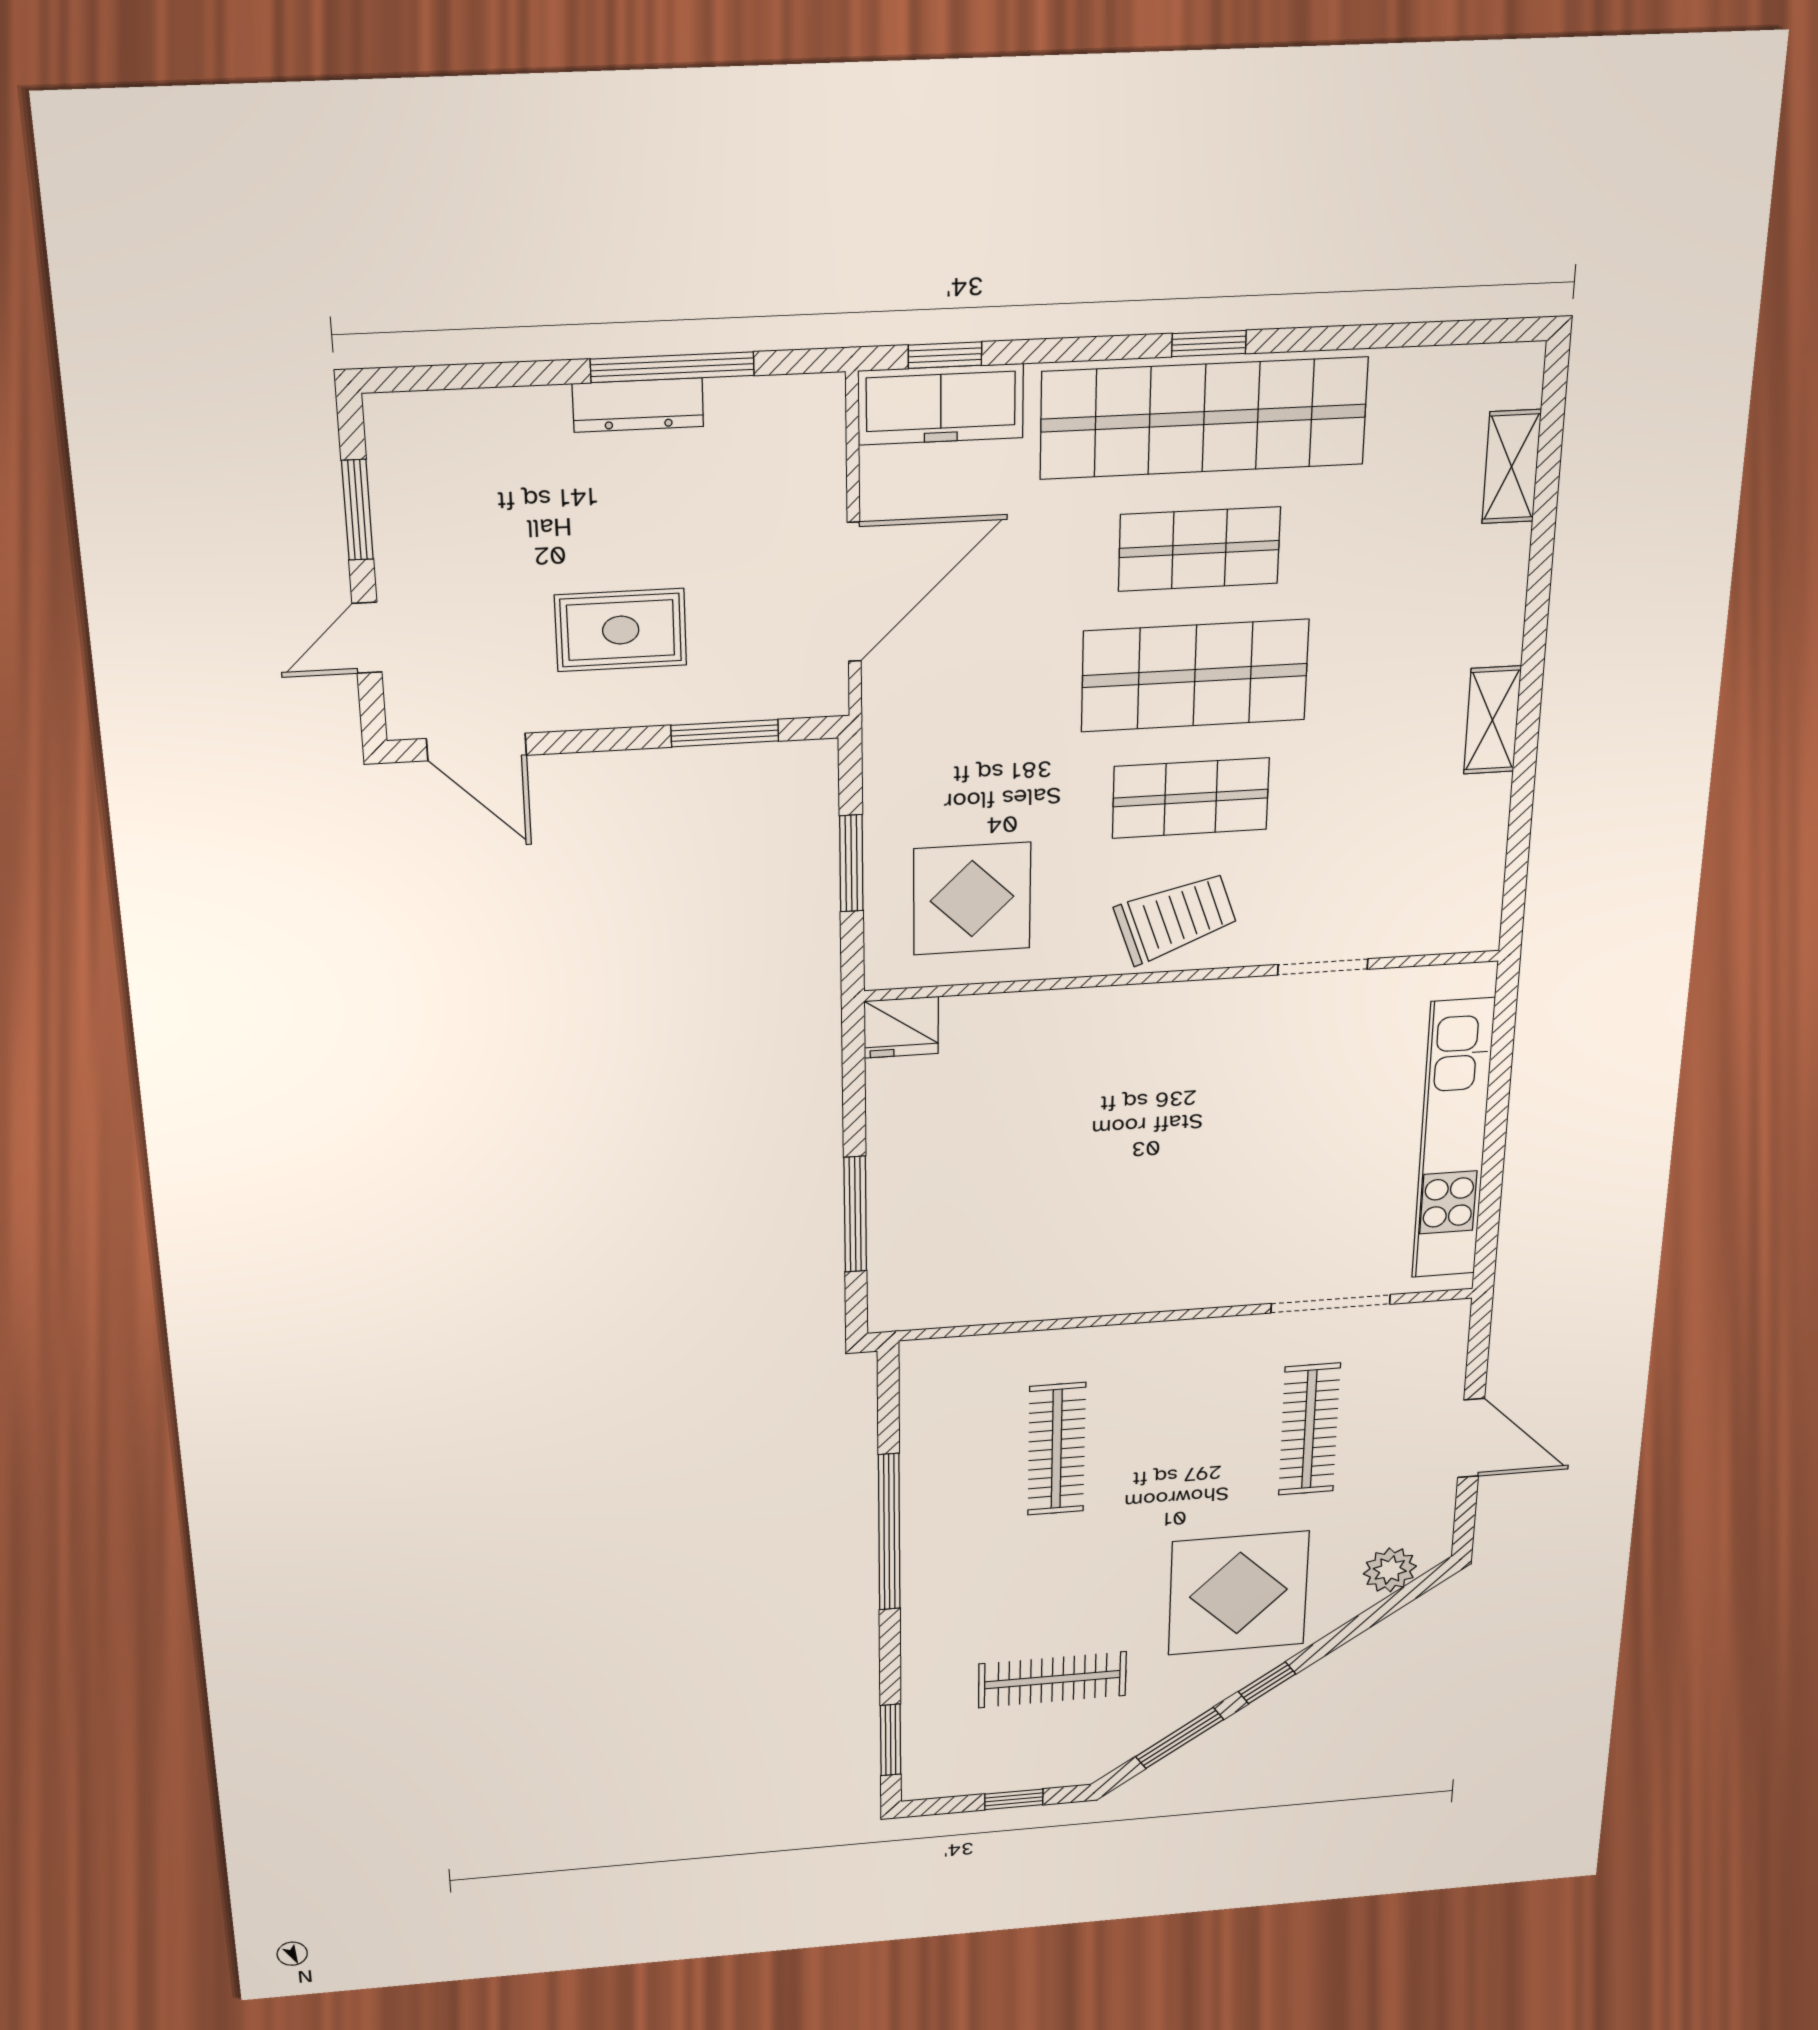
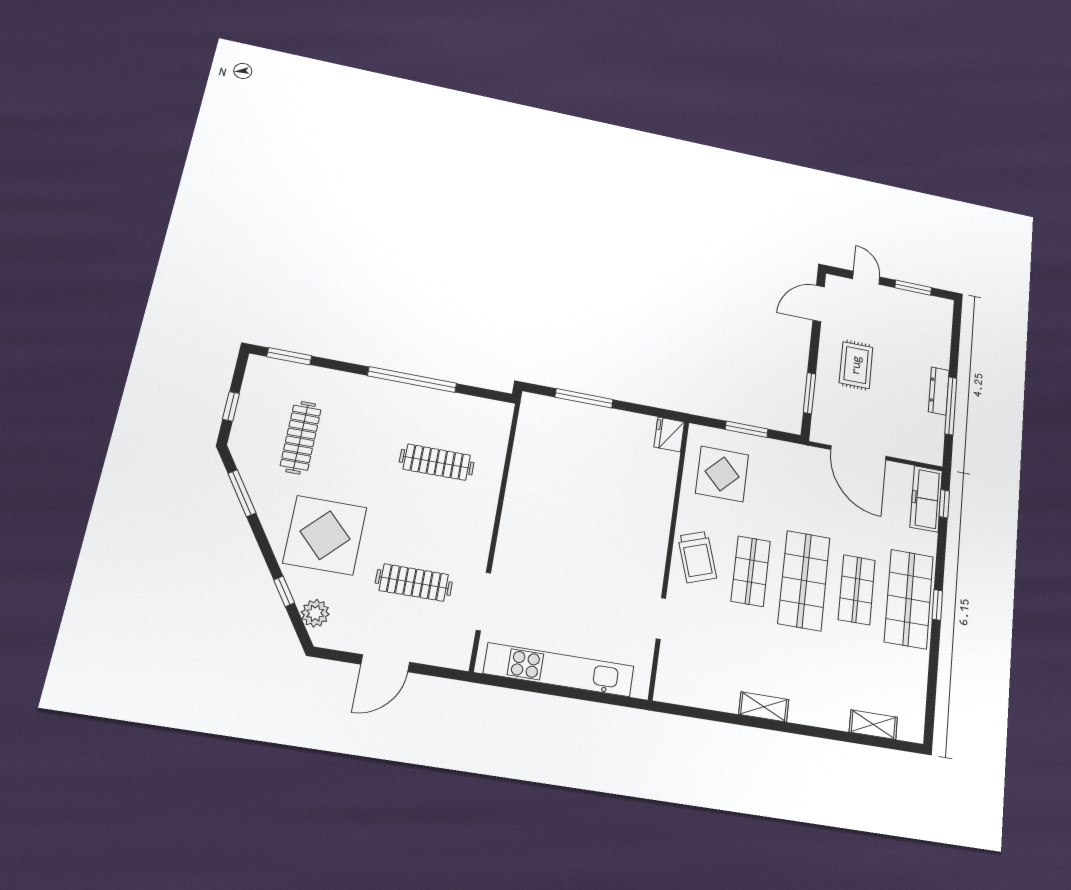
shop shelf: (1204, 418) -> (909, 599), width x0.71
window: (1267, 1683) -> (284, 591), moved

